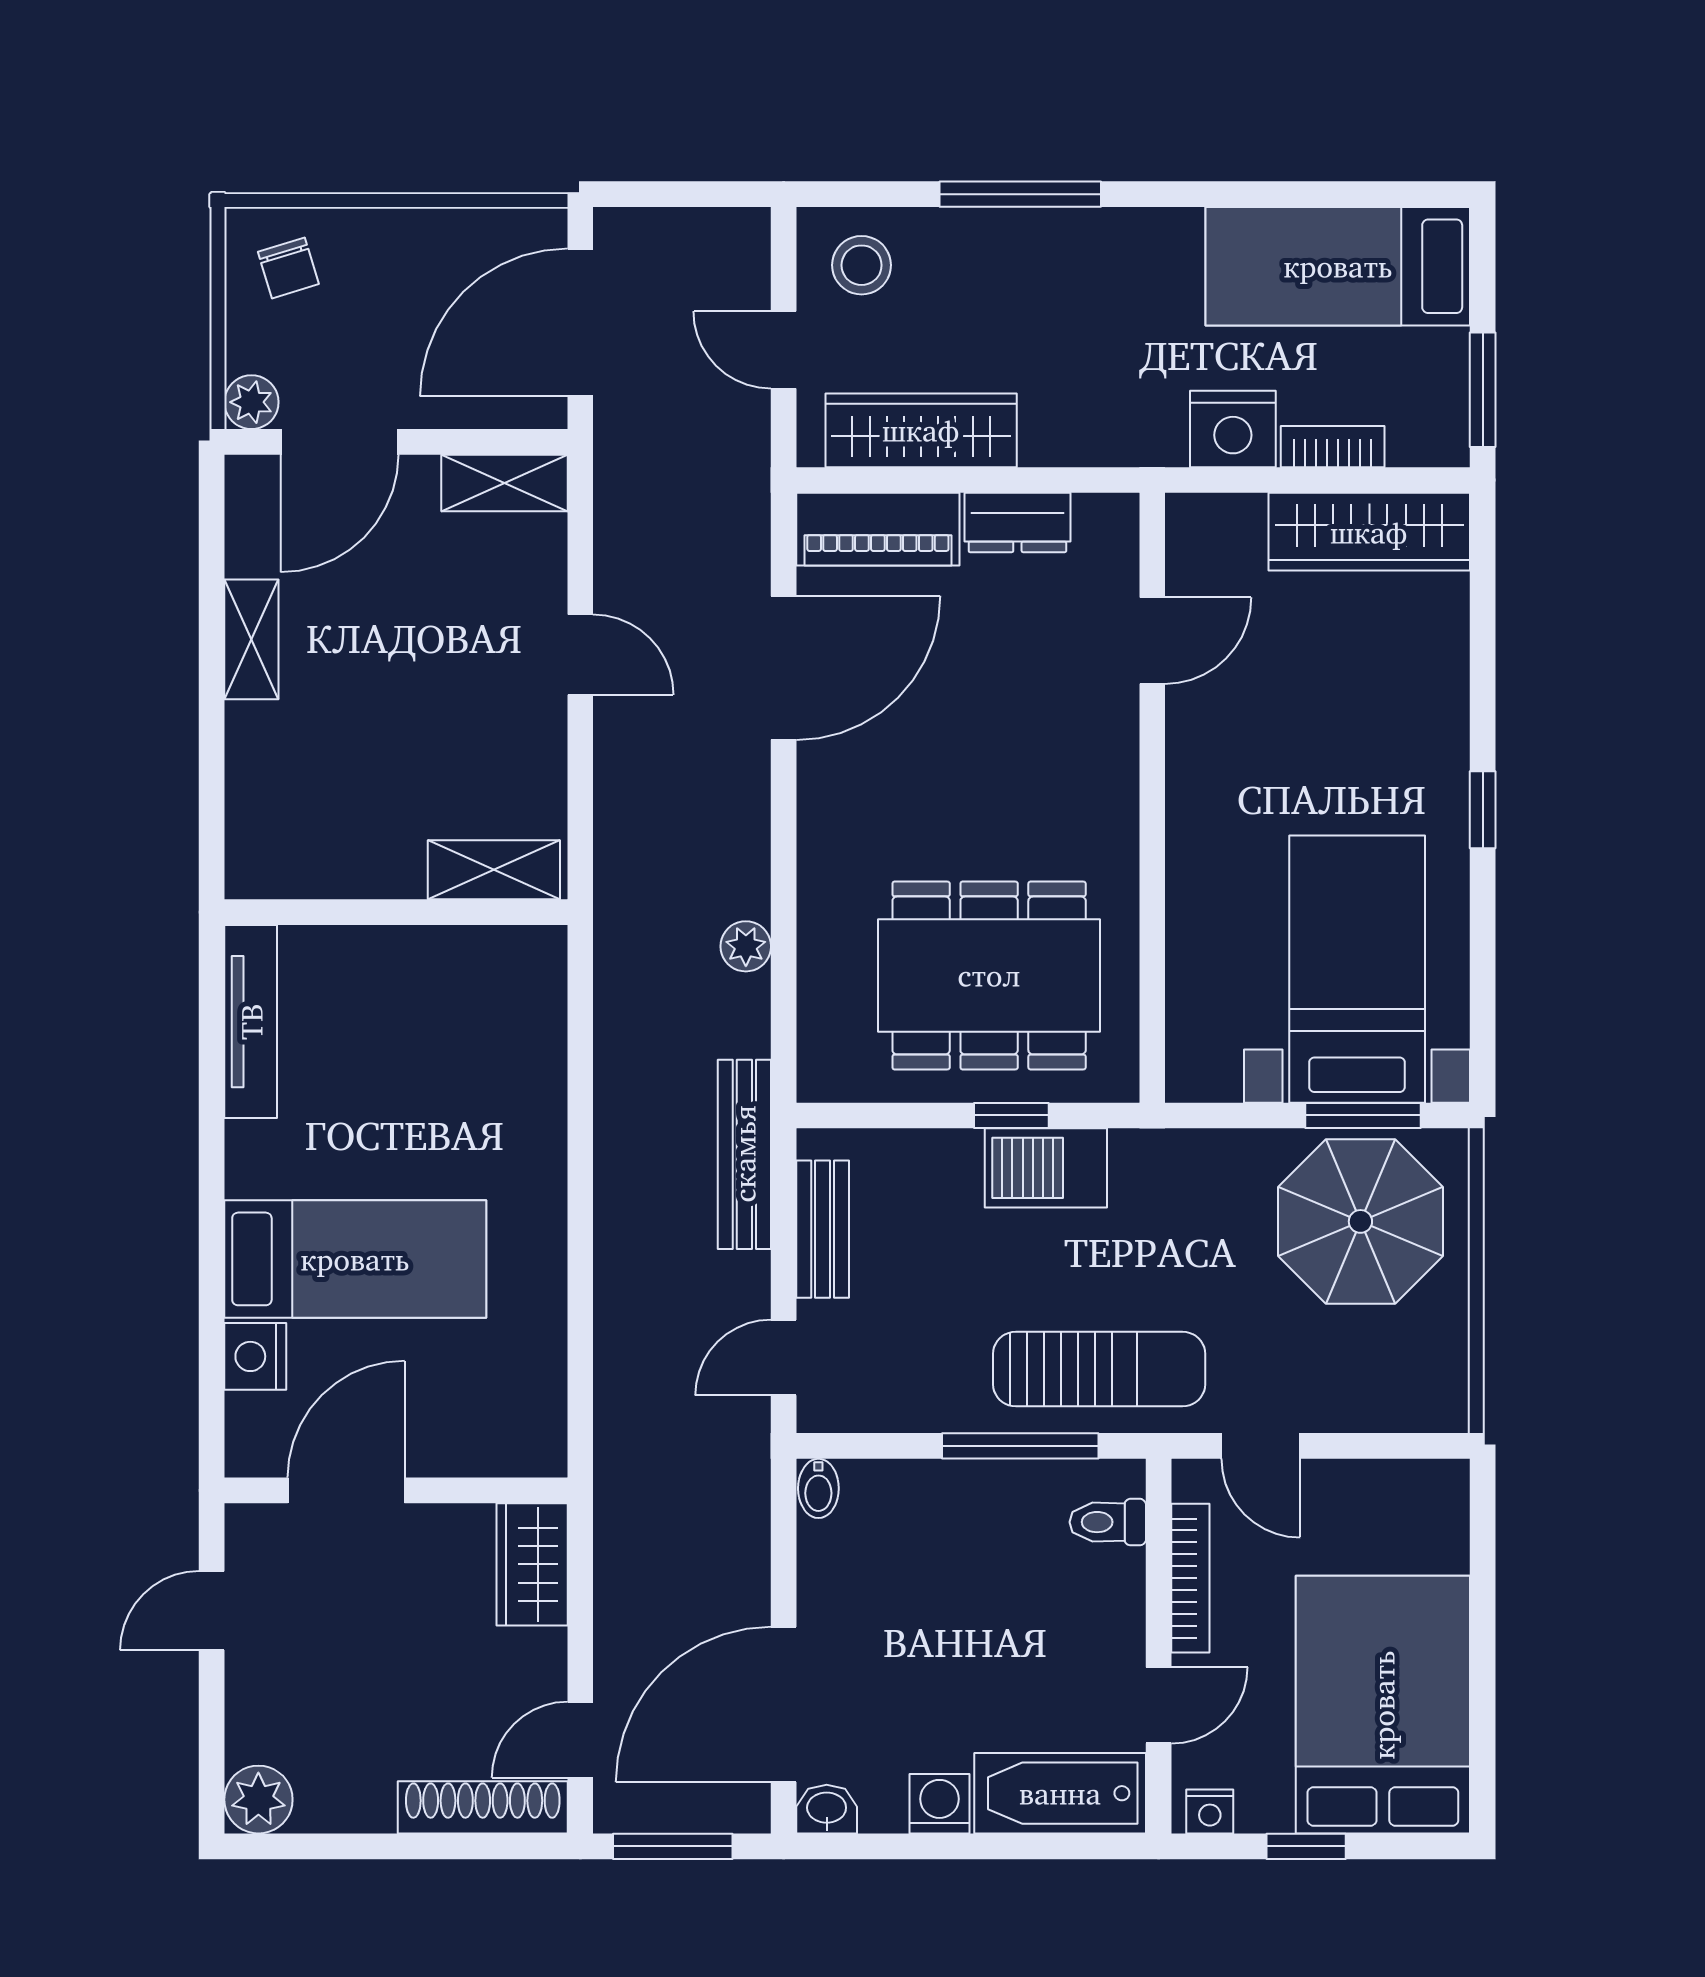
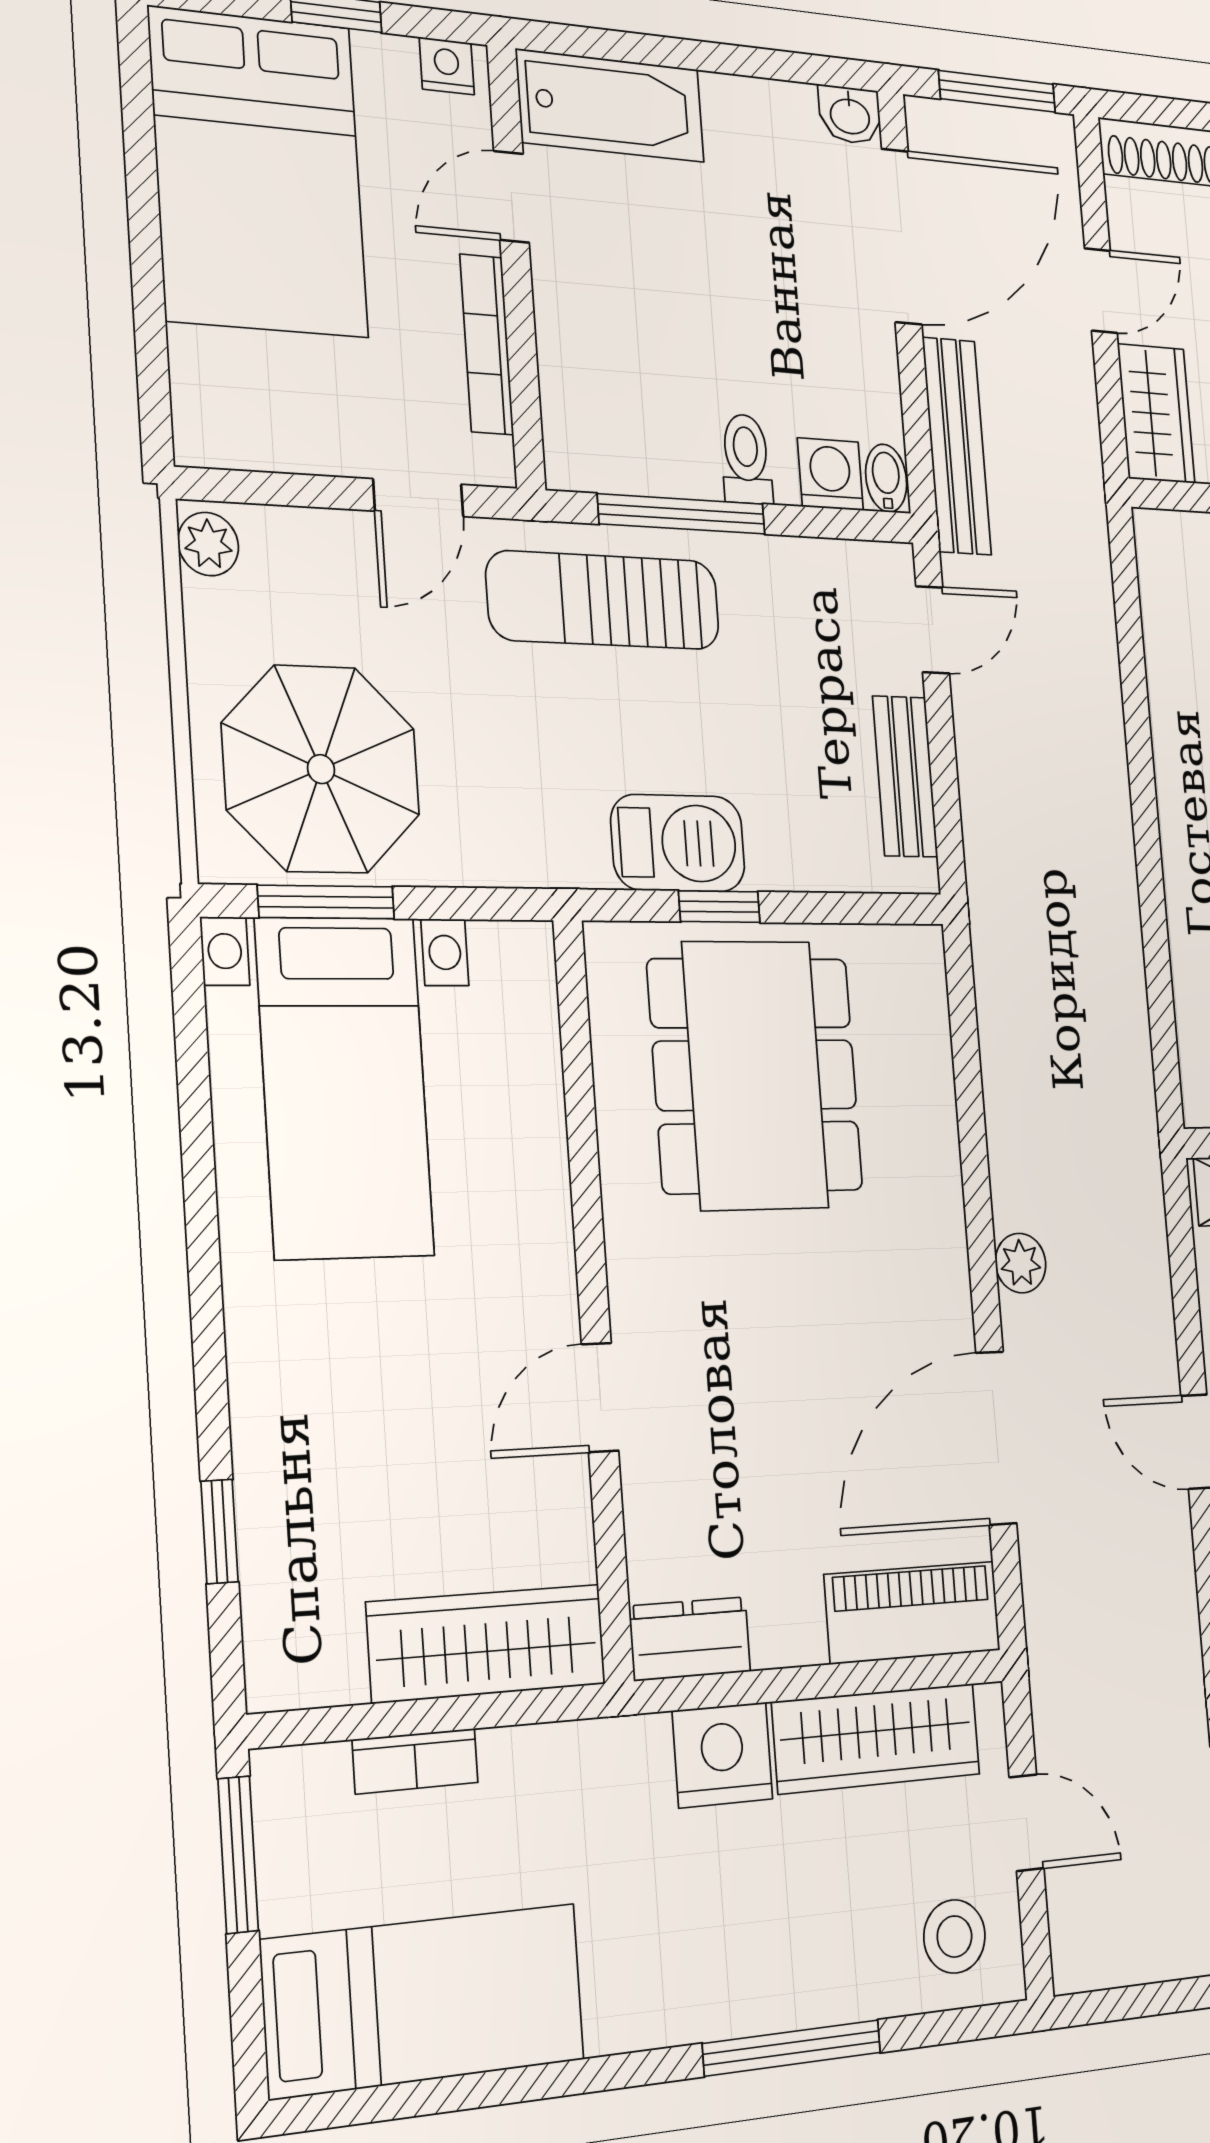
nightstand: (1233, 429) -> (722, 1755), moved
dresser: (1017, 523) -> (690, 1639), moved
wardrobe: (1369, 532) -> (487, 1643), moved
door: (1152, 641) -> (600, 1397), moved
window: (1483, 810) -> (220, 1532), moved
plant: (746, 946) -> (1021, 1263), moved
dining table: (989, 975) -> (755, 1075), turned 90
bench: (744, 1154) -> (957, 446), moved
plant: (1445, 1398) -> (208, 544), added
door: (1261, 1446) -> (418, 498), swing flipped
toilet: (1108, 1522) -> (746, 459), moved, turned -90
door: (580, 1740) -> (1101, 291), moved
washing machine: (939, 1804) -> (830, 474), moved, turned 180

